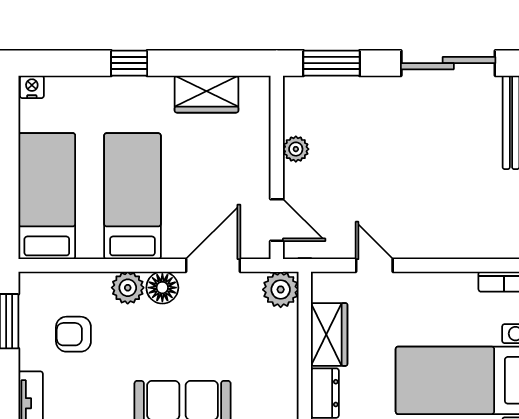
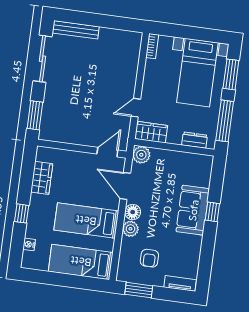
nightstand: (32, 87) -> (29, 244), moved
plant: (296, 149) -> (74, 138), removed
wardrobe: (329, 334) -> (151, 132), moved

